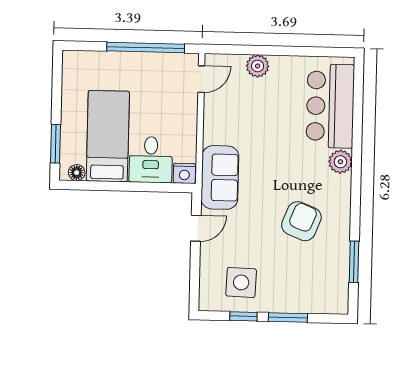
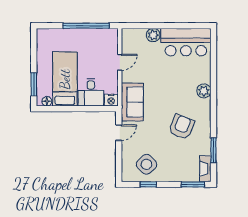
door: (201, 79) -> (120, 62), moved
bar counter: (330, 106) -> (186, 42), moved, turned -90
side table: (241, 282) -> (146, 164), turned 45
fireplace: (340, 292) -> (205, 169), added
window: (288, 317) -> (193, 184), moved

